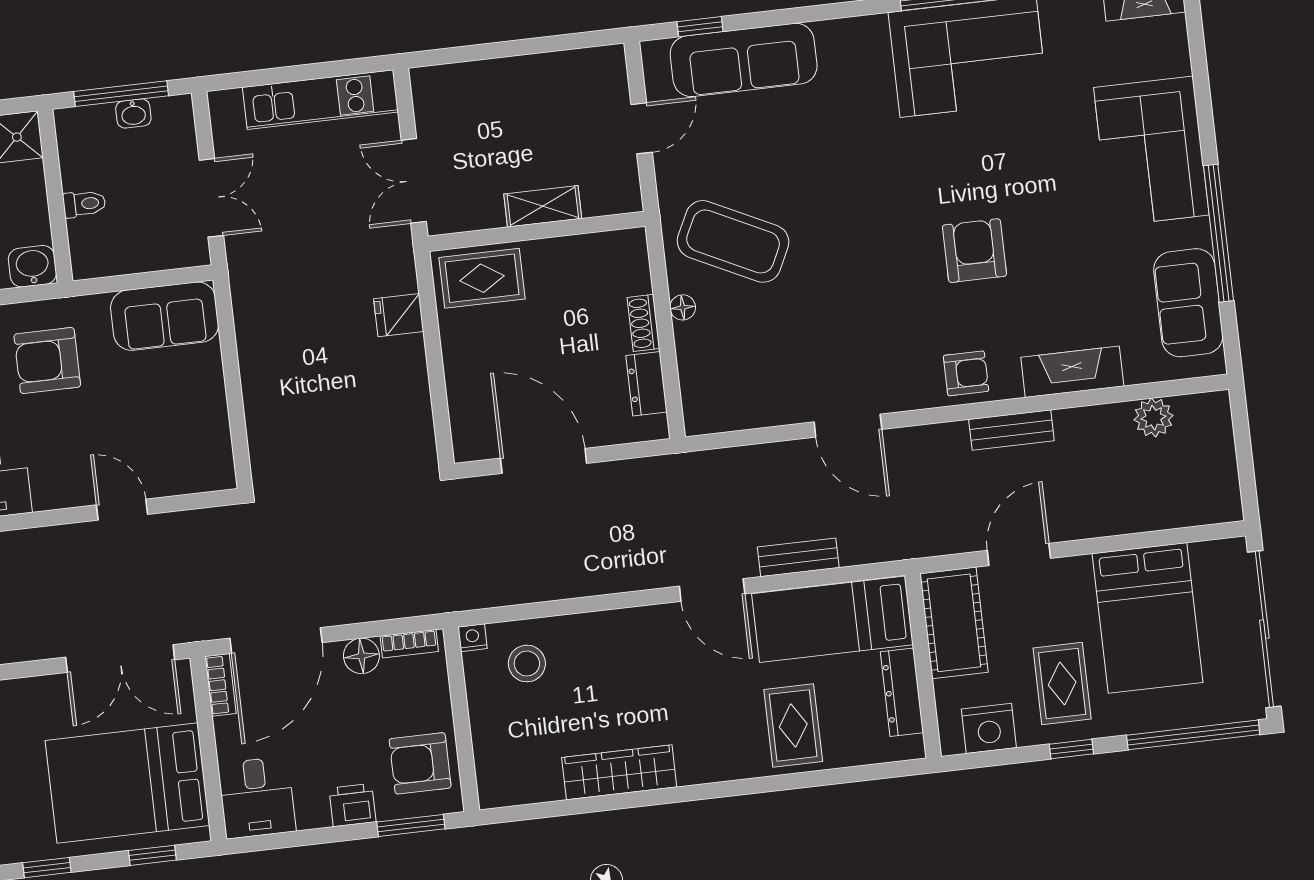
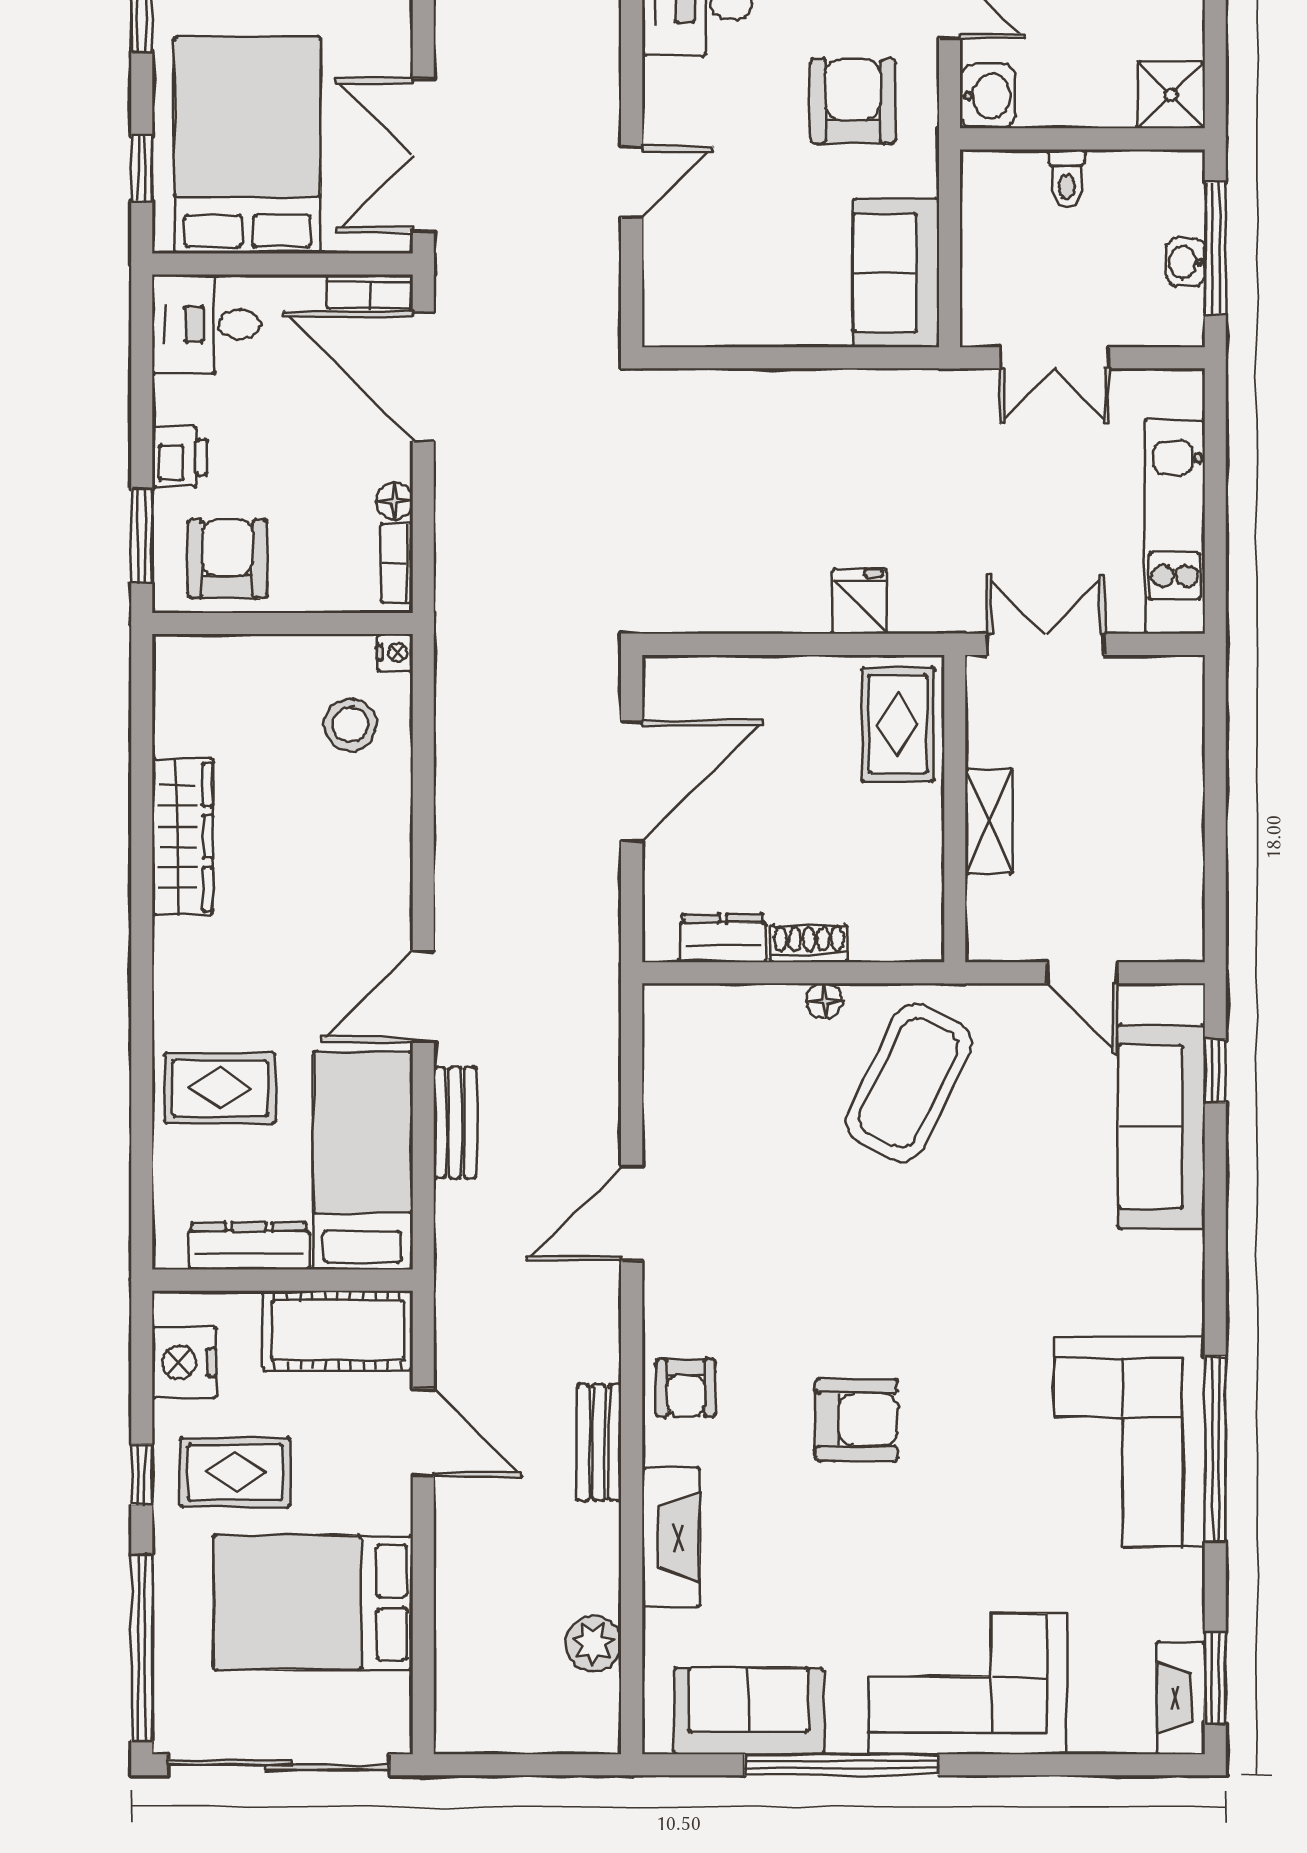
floor lamp: (361, 656) -> (394, 501), width x0.73, depth x0.73

